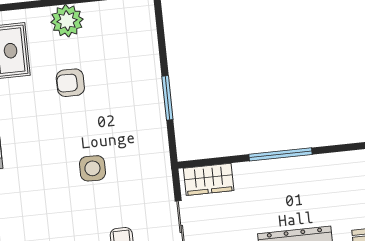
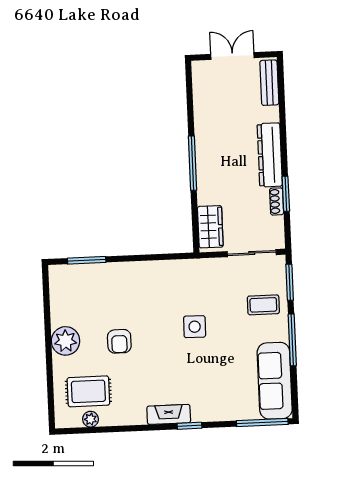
window: (167, 98) -> (87, 260), moved

